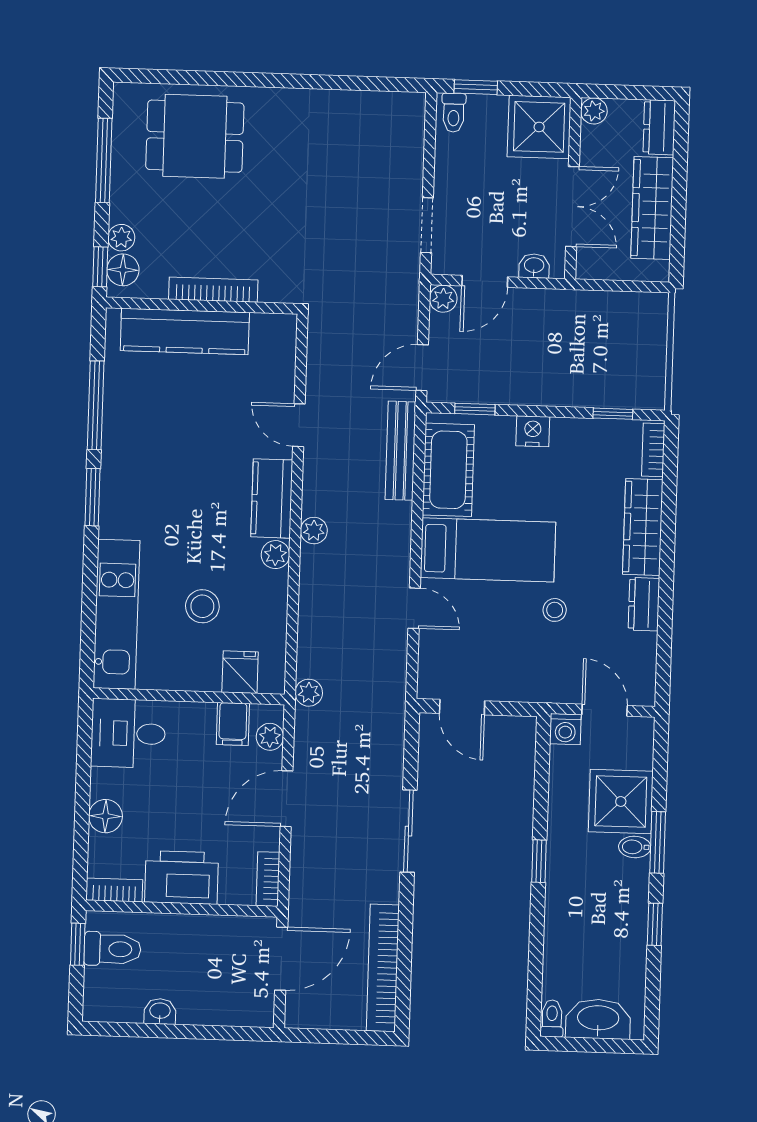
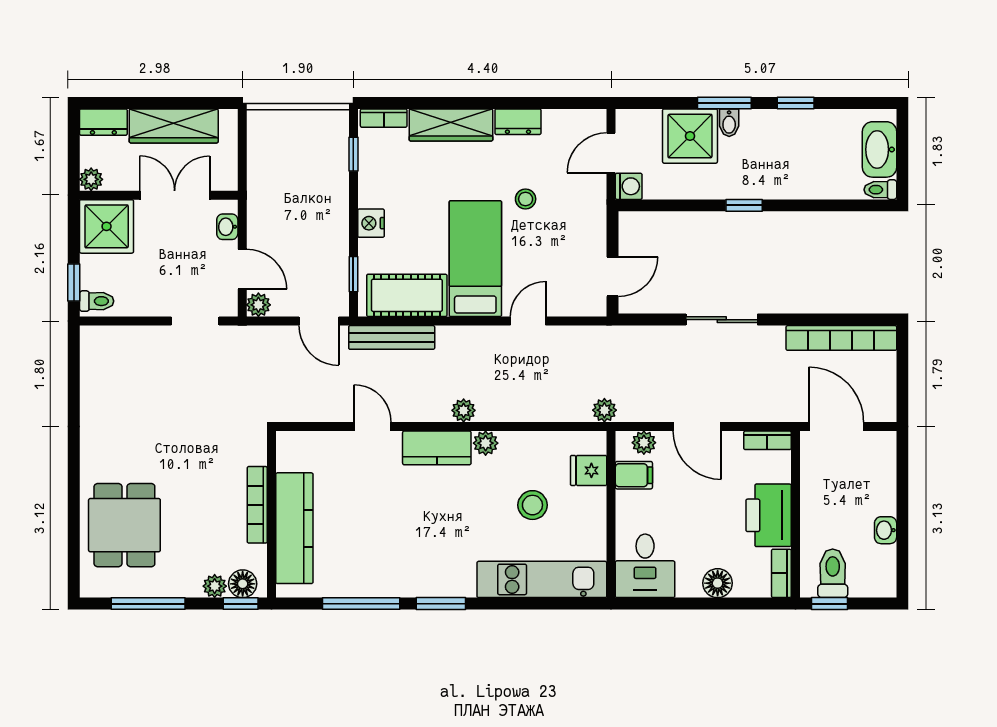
door: (299, 425) -> (372, 426), swing flipped

